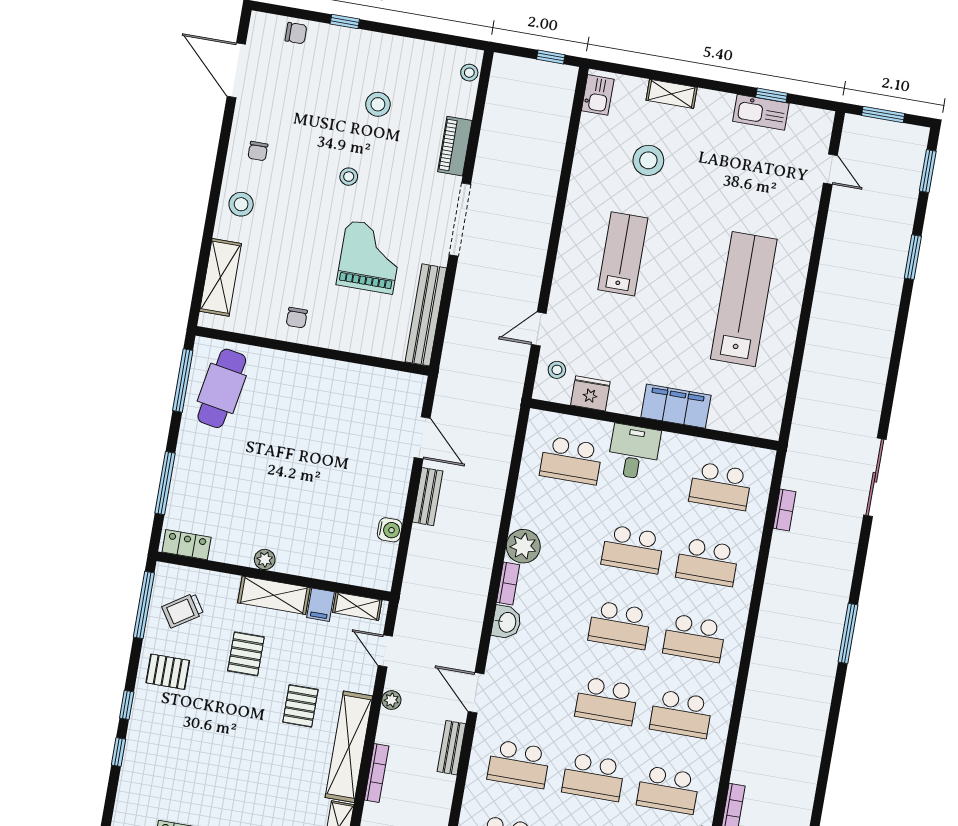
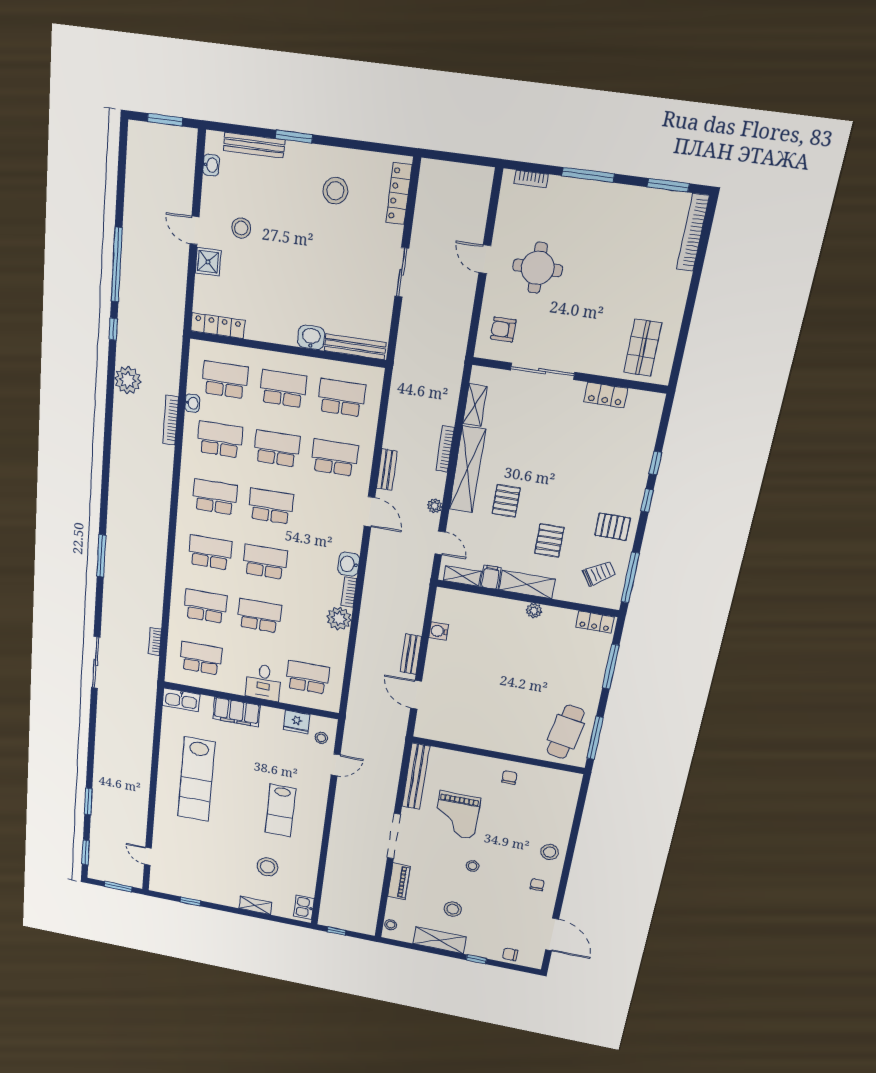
kitchen sink: (761, 112) -> (181, 700), moved, turned 180
shelving: (220, 277) -> (440, 940), moved, turned 90

